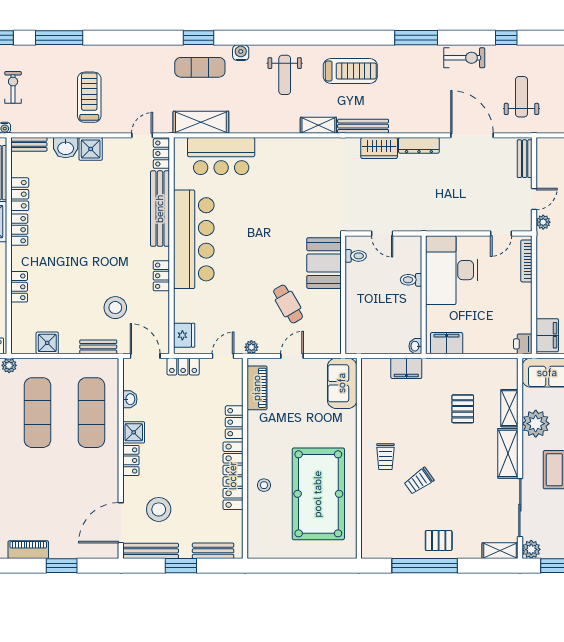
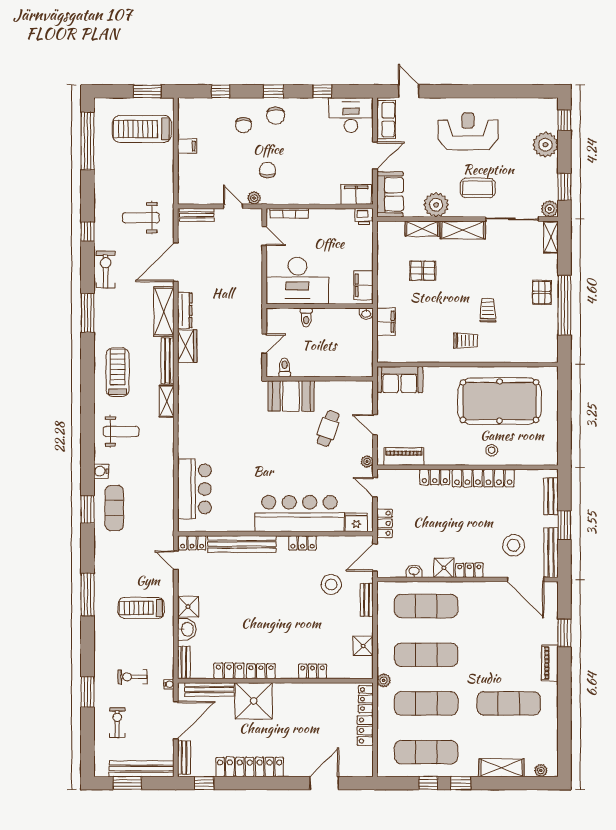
window: (59, 38) -> (88, 594), moved
shelving: (201, 122) -> (164, 311), moved
bar counter: (194, 239) -> (299, 514), moved
cafe table: (288, 304) -> (328, 428), turned -41
trolley: (419, 481) -> (488, 310), turned -145

